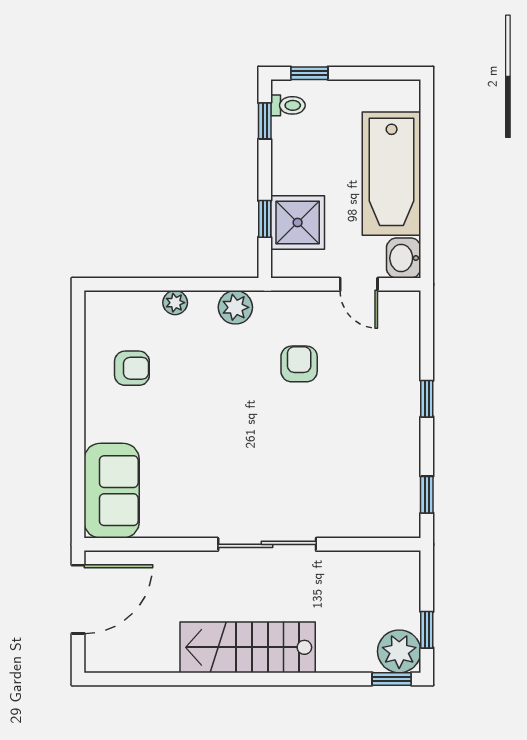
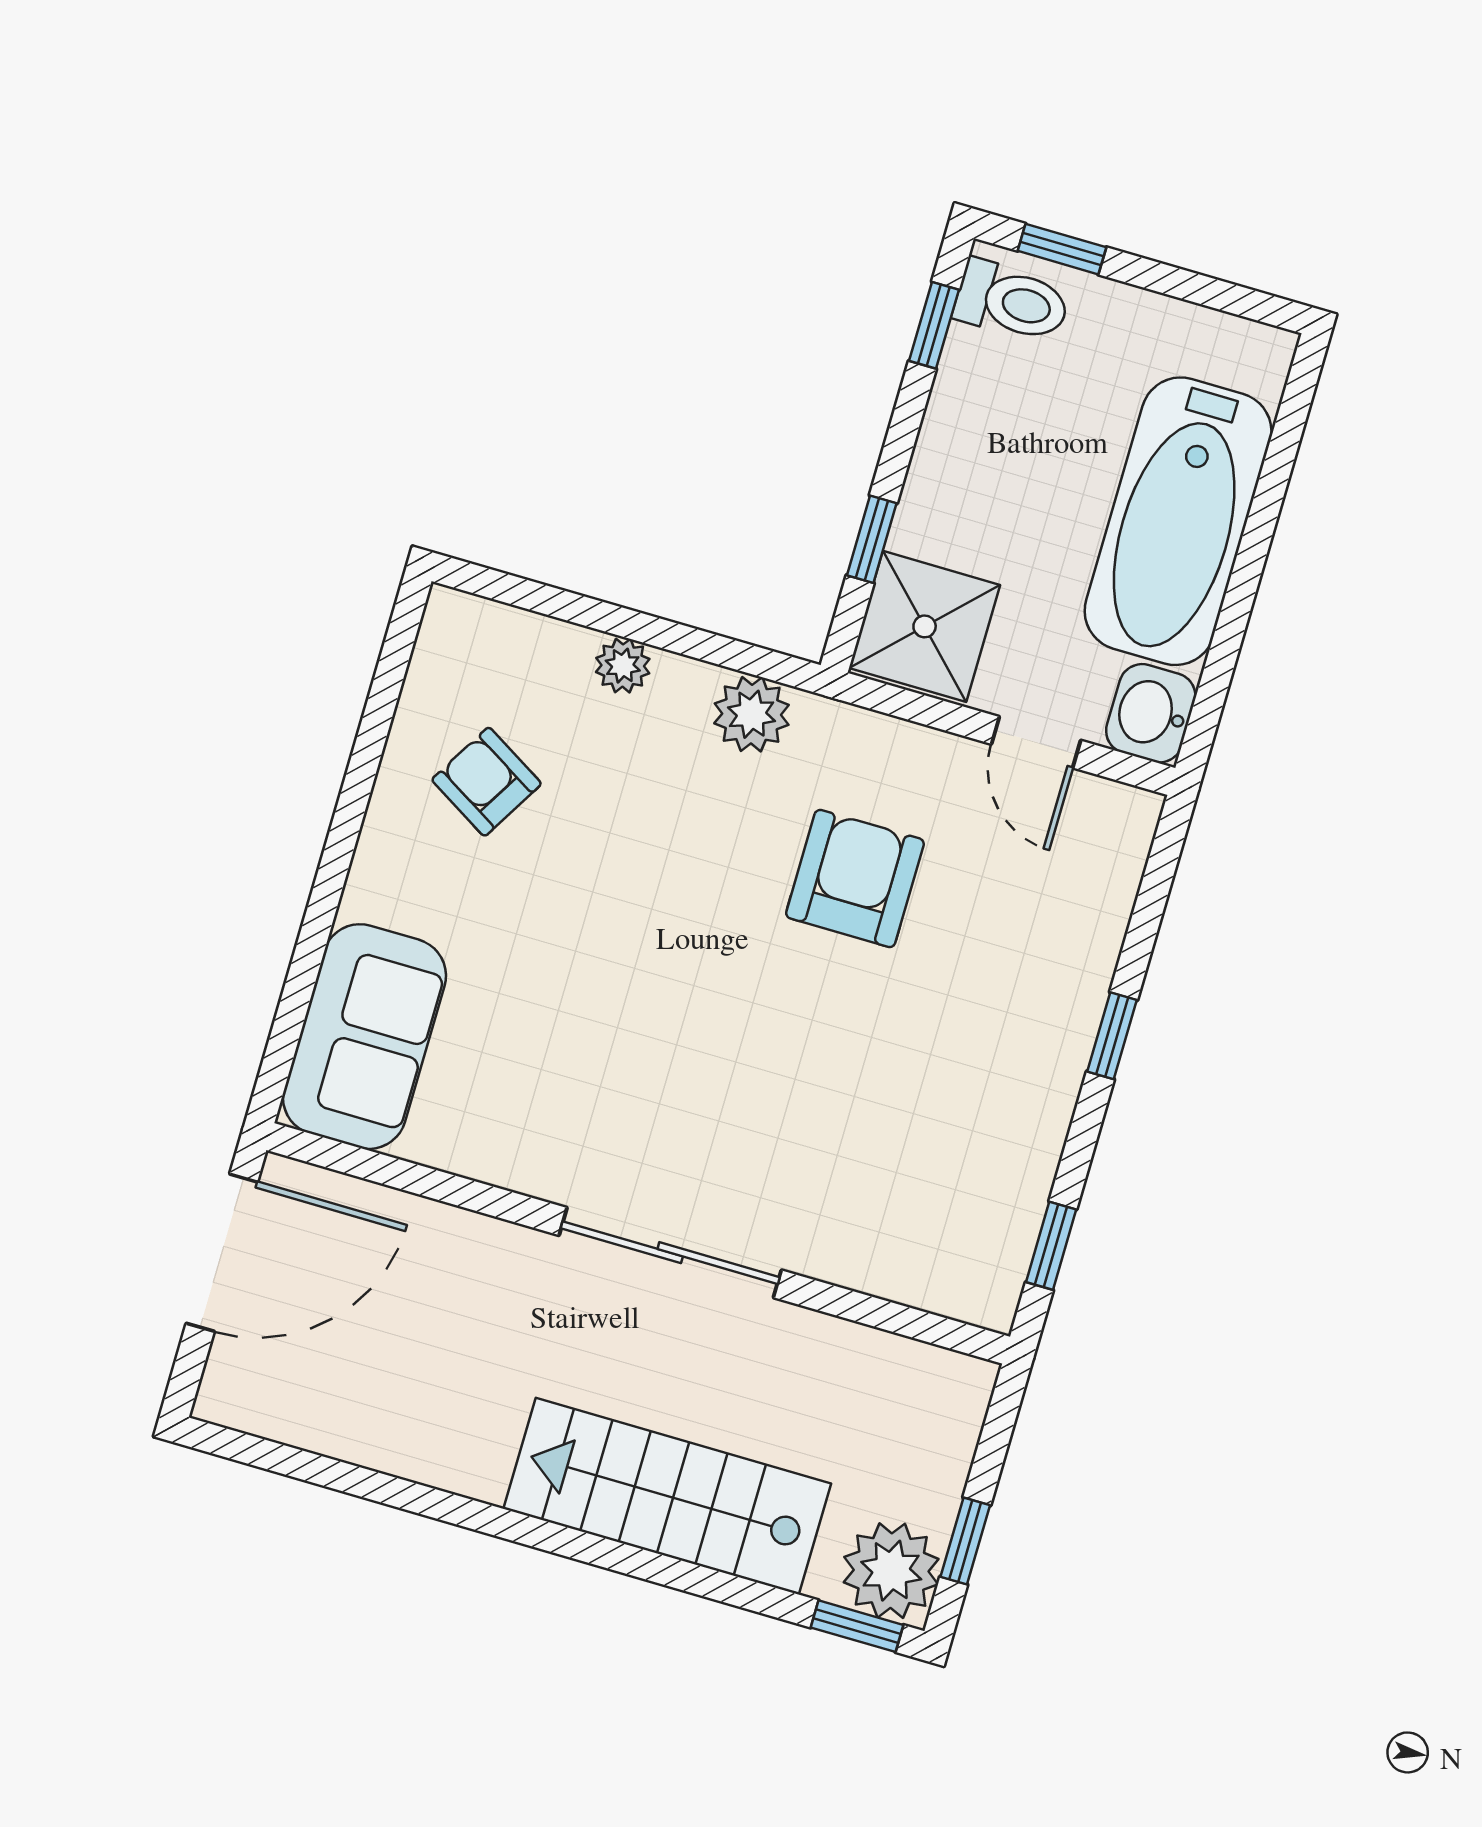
toilet: (288, 105) -> (1012, 302), width x1.37, depth x1.39
shower: (298, 222) -> (925, 626), moved
armchair: (299, 364) -> (855, 878), width x1.38, depth x1.38
armchair: (132, 368) -> (487, 782), turned -149
stairs: (248, 647) -> (667, 1496), moved

